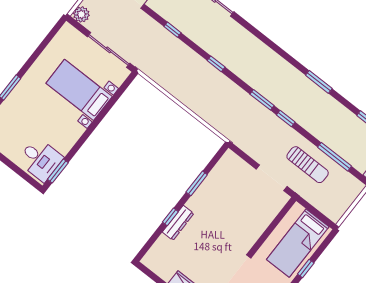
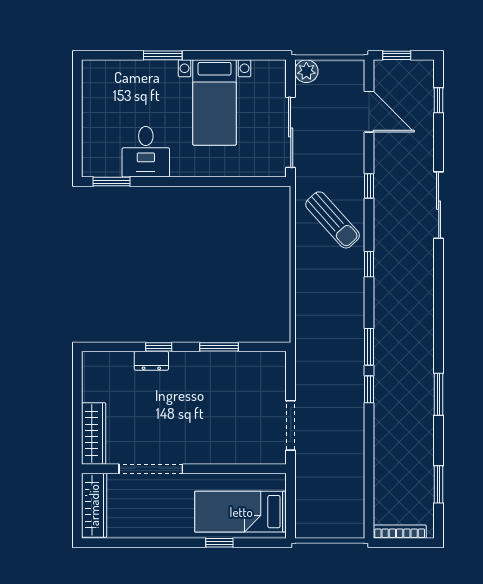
bed with nightstands: (79, 90) -> (215, 102), moved, turned 180
window: (334, 157) -> (369, 477), removed
desk: (40, 159) -> (146, 152), moved
sun lounger: (308, 165) -> (333, 220), moved, turned -42
dresser: (178, 223) -> (151, 361), width x0.70

